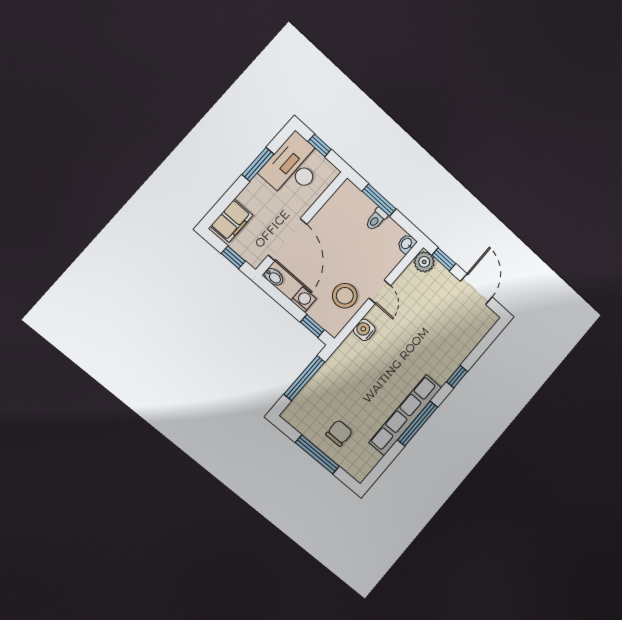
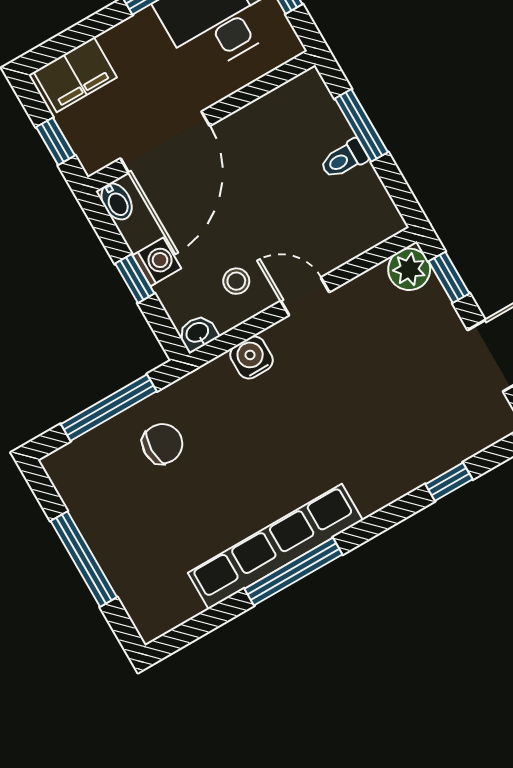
washbasin: (407, 244) -> (198, 333), moved
door: (380, 292) -> (305, 296), swing flipped
stool: (345, 296) -> (236, 281), width x0.53, depth x0.53
window: (312, 326) -> (135, 279), moved
window: (457, 377) -> (449, 482), moved
chair: (339, 433) -> (162, 444), moved

